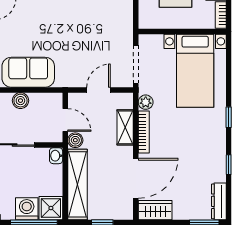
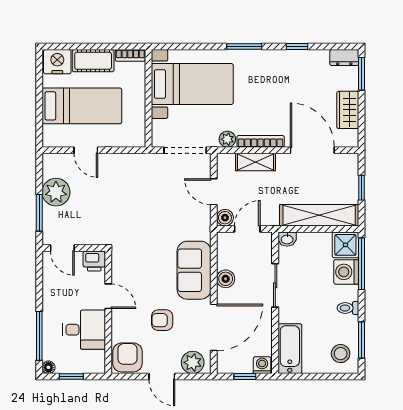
window: (229, 117) -> (244, 47), width x1.50
boiler: (75, 140) -> (225, 218), moved
dresser: (219, 201) -> (344, 58), width x0.70
wardrobe: (155, 210) -> (348, 110), moved

